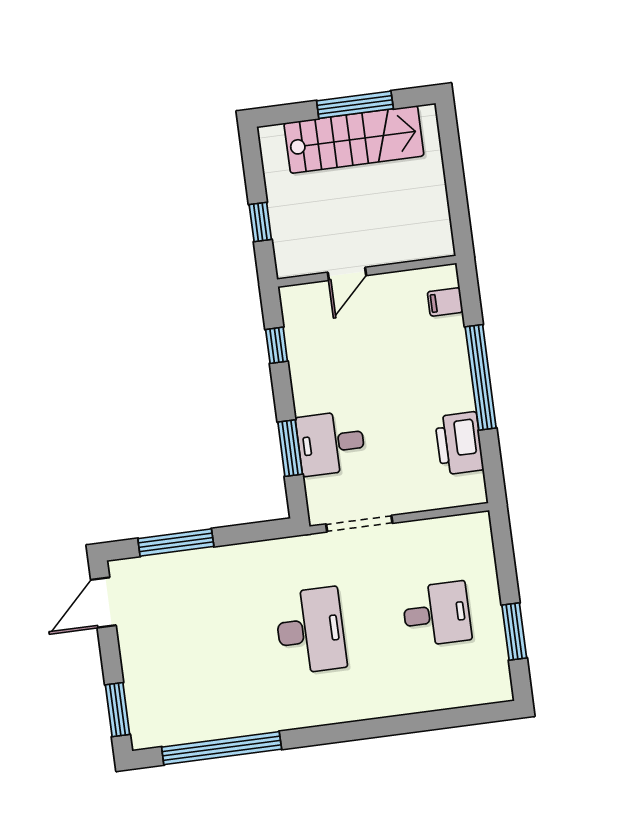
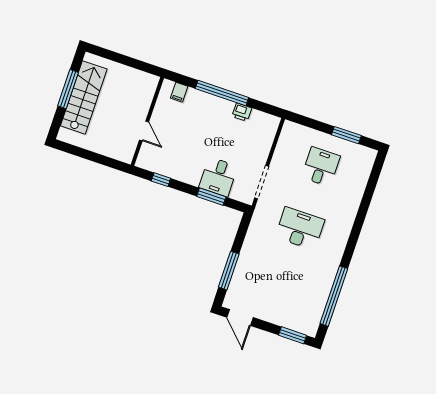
window: (260, 222) -> (101, 159), removed
printer: (459, 443) -> (242, 112), width x0.53, depth x0.68

